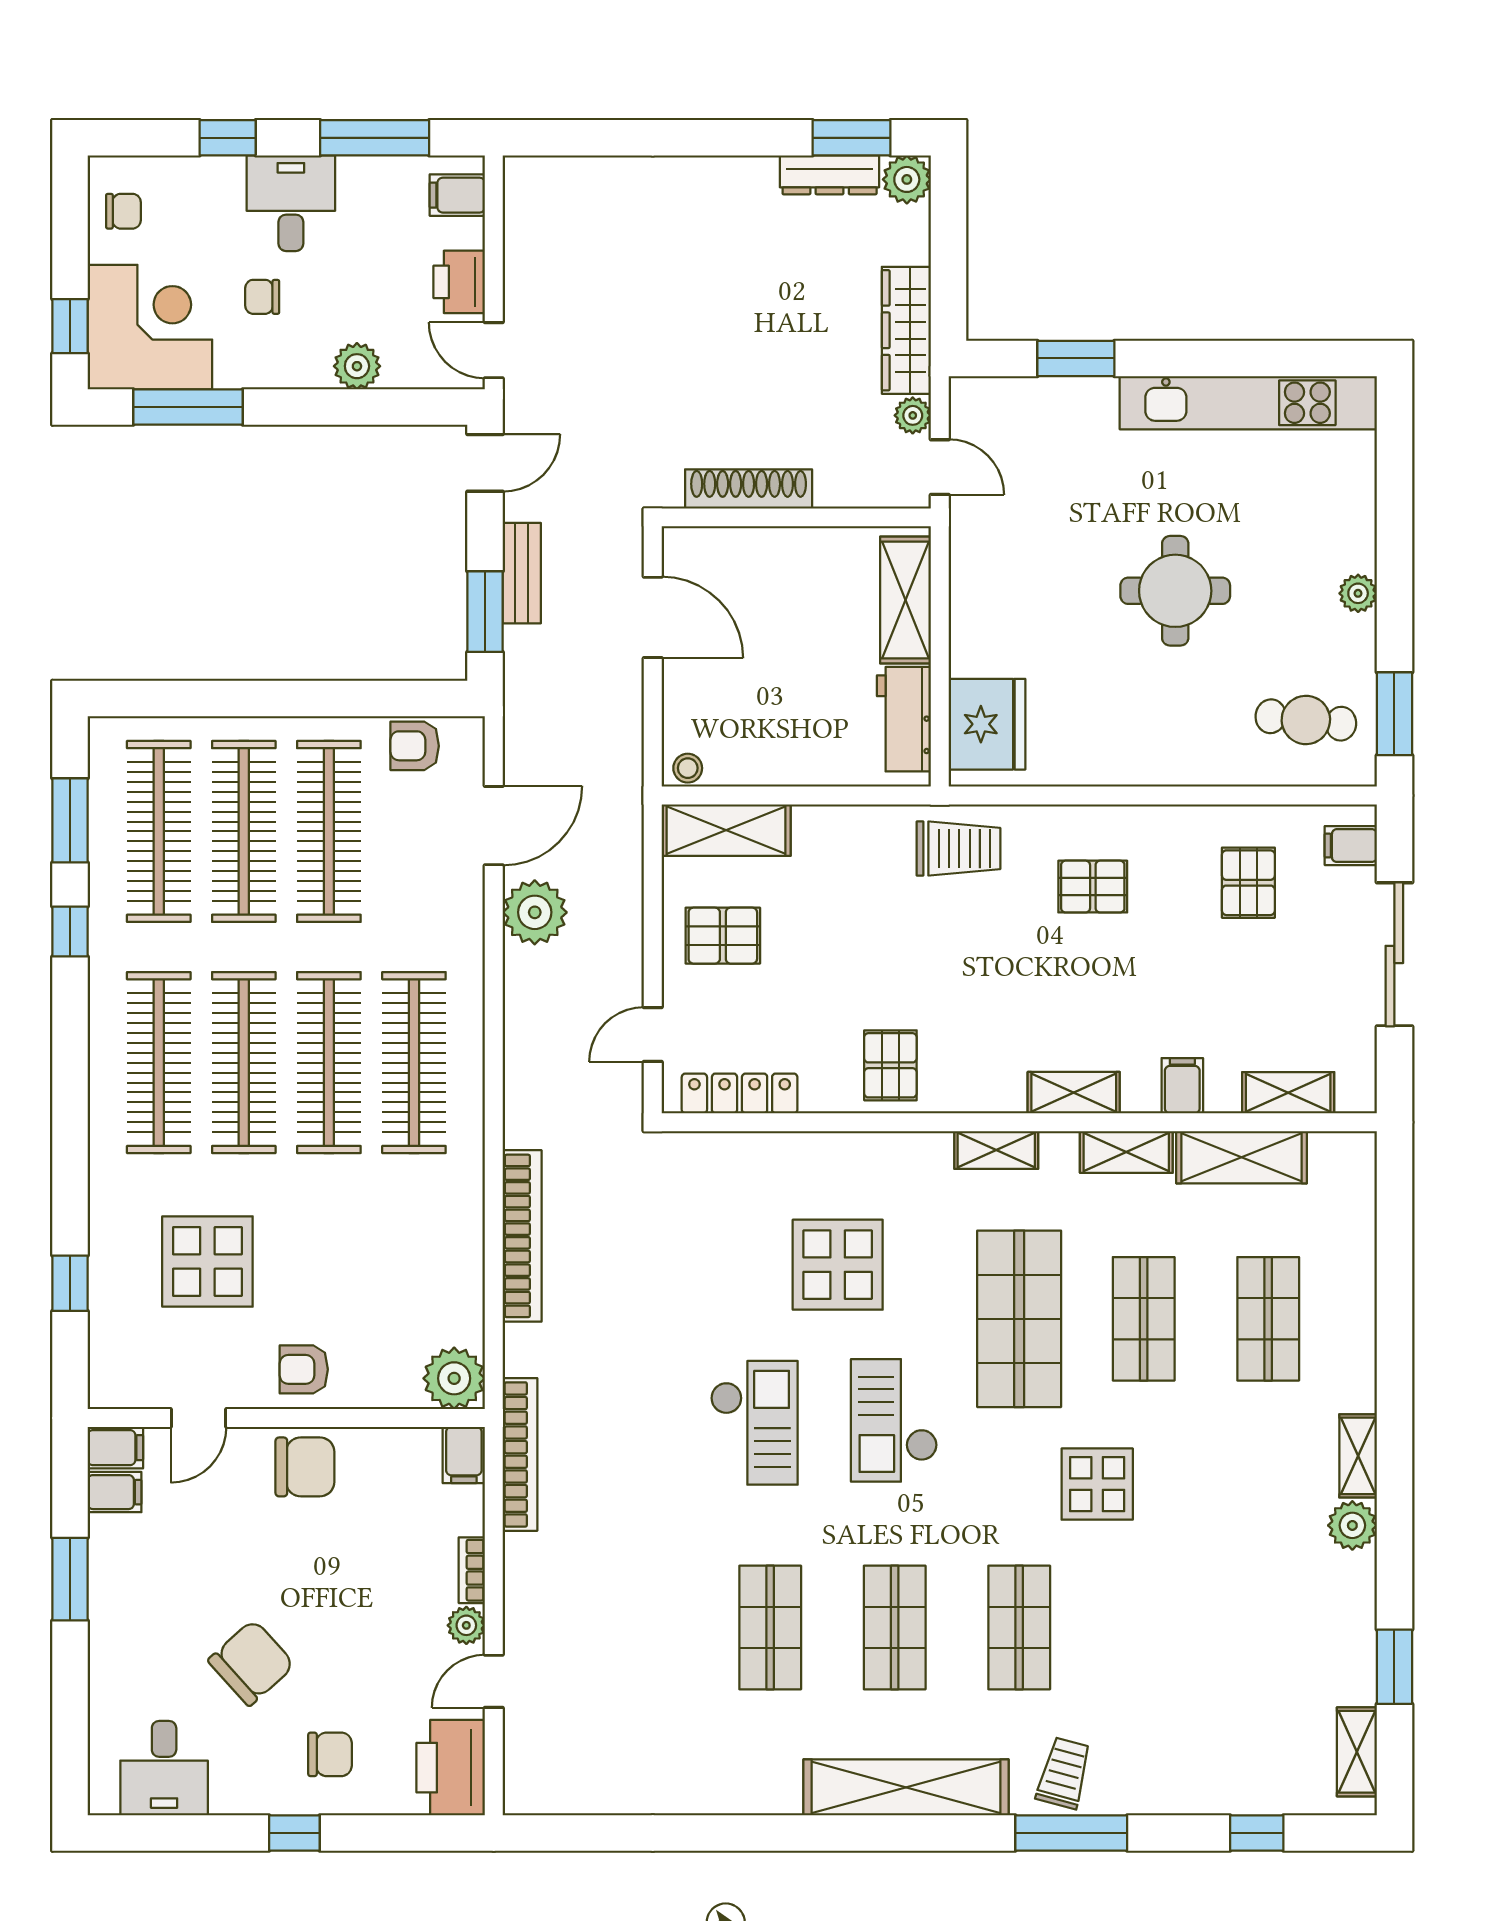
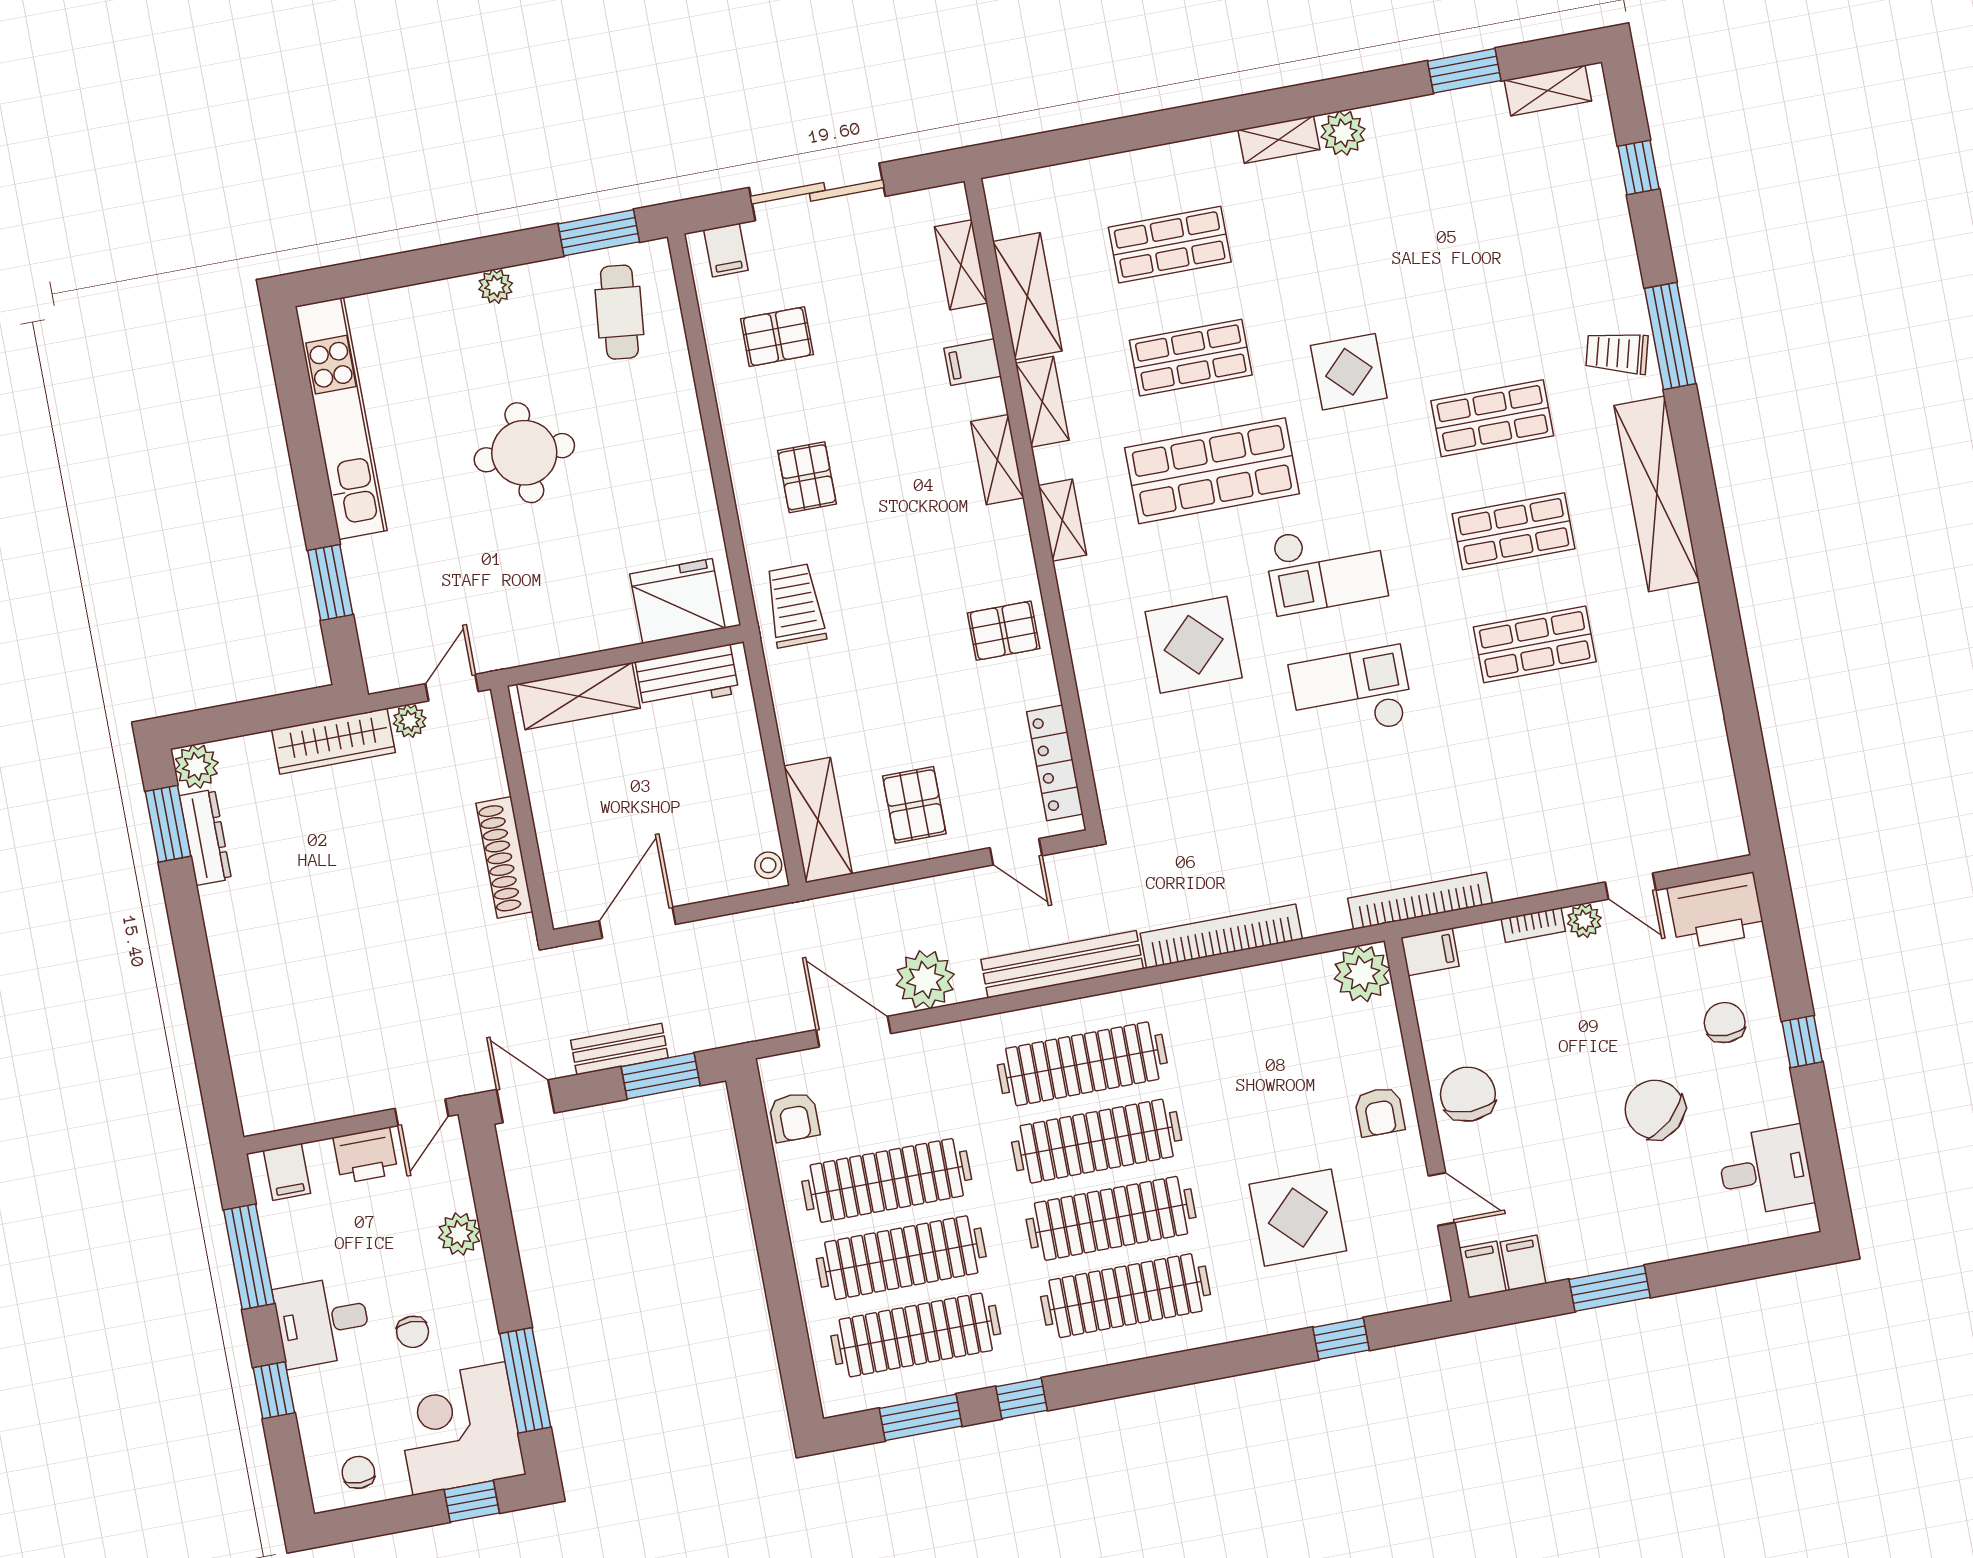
bench: (524, 1061) -> (1062, 964), added

